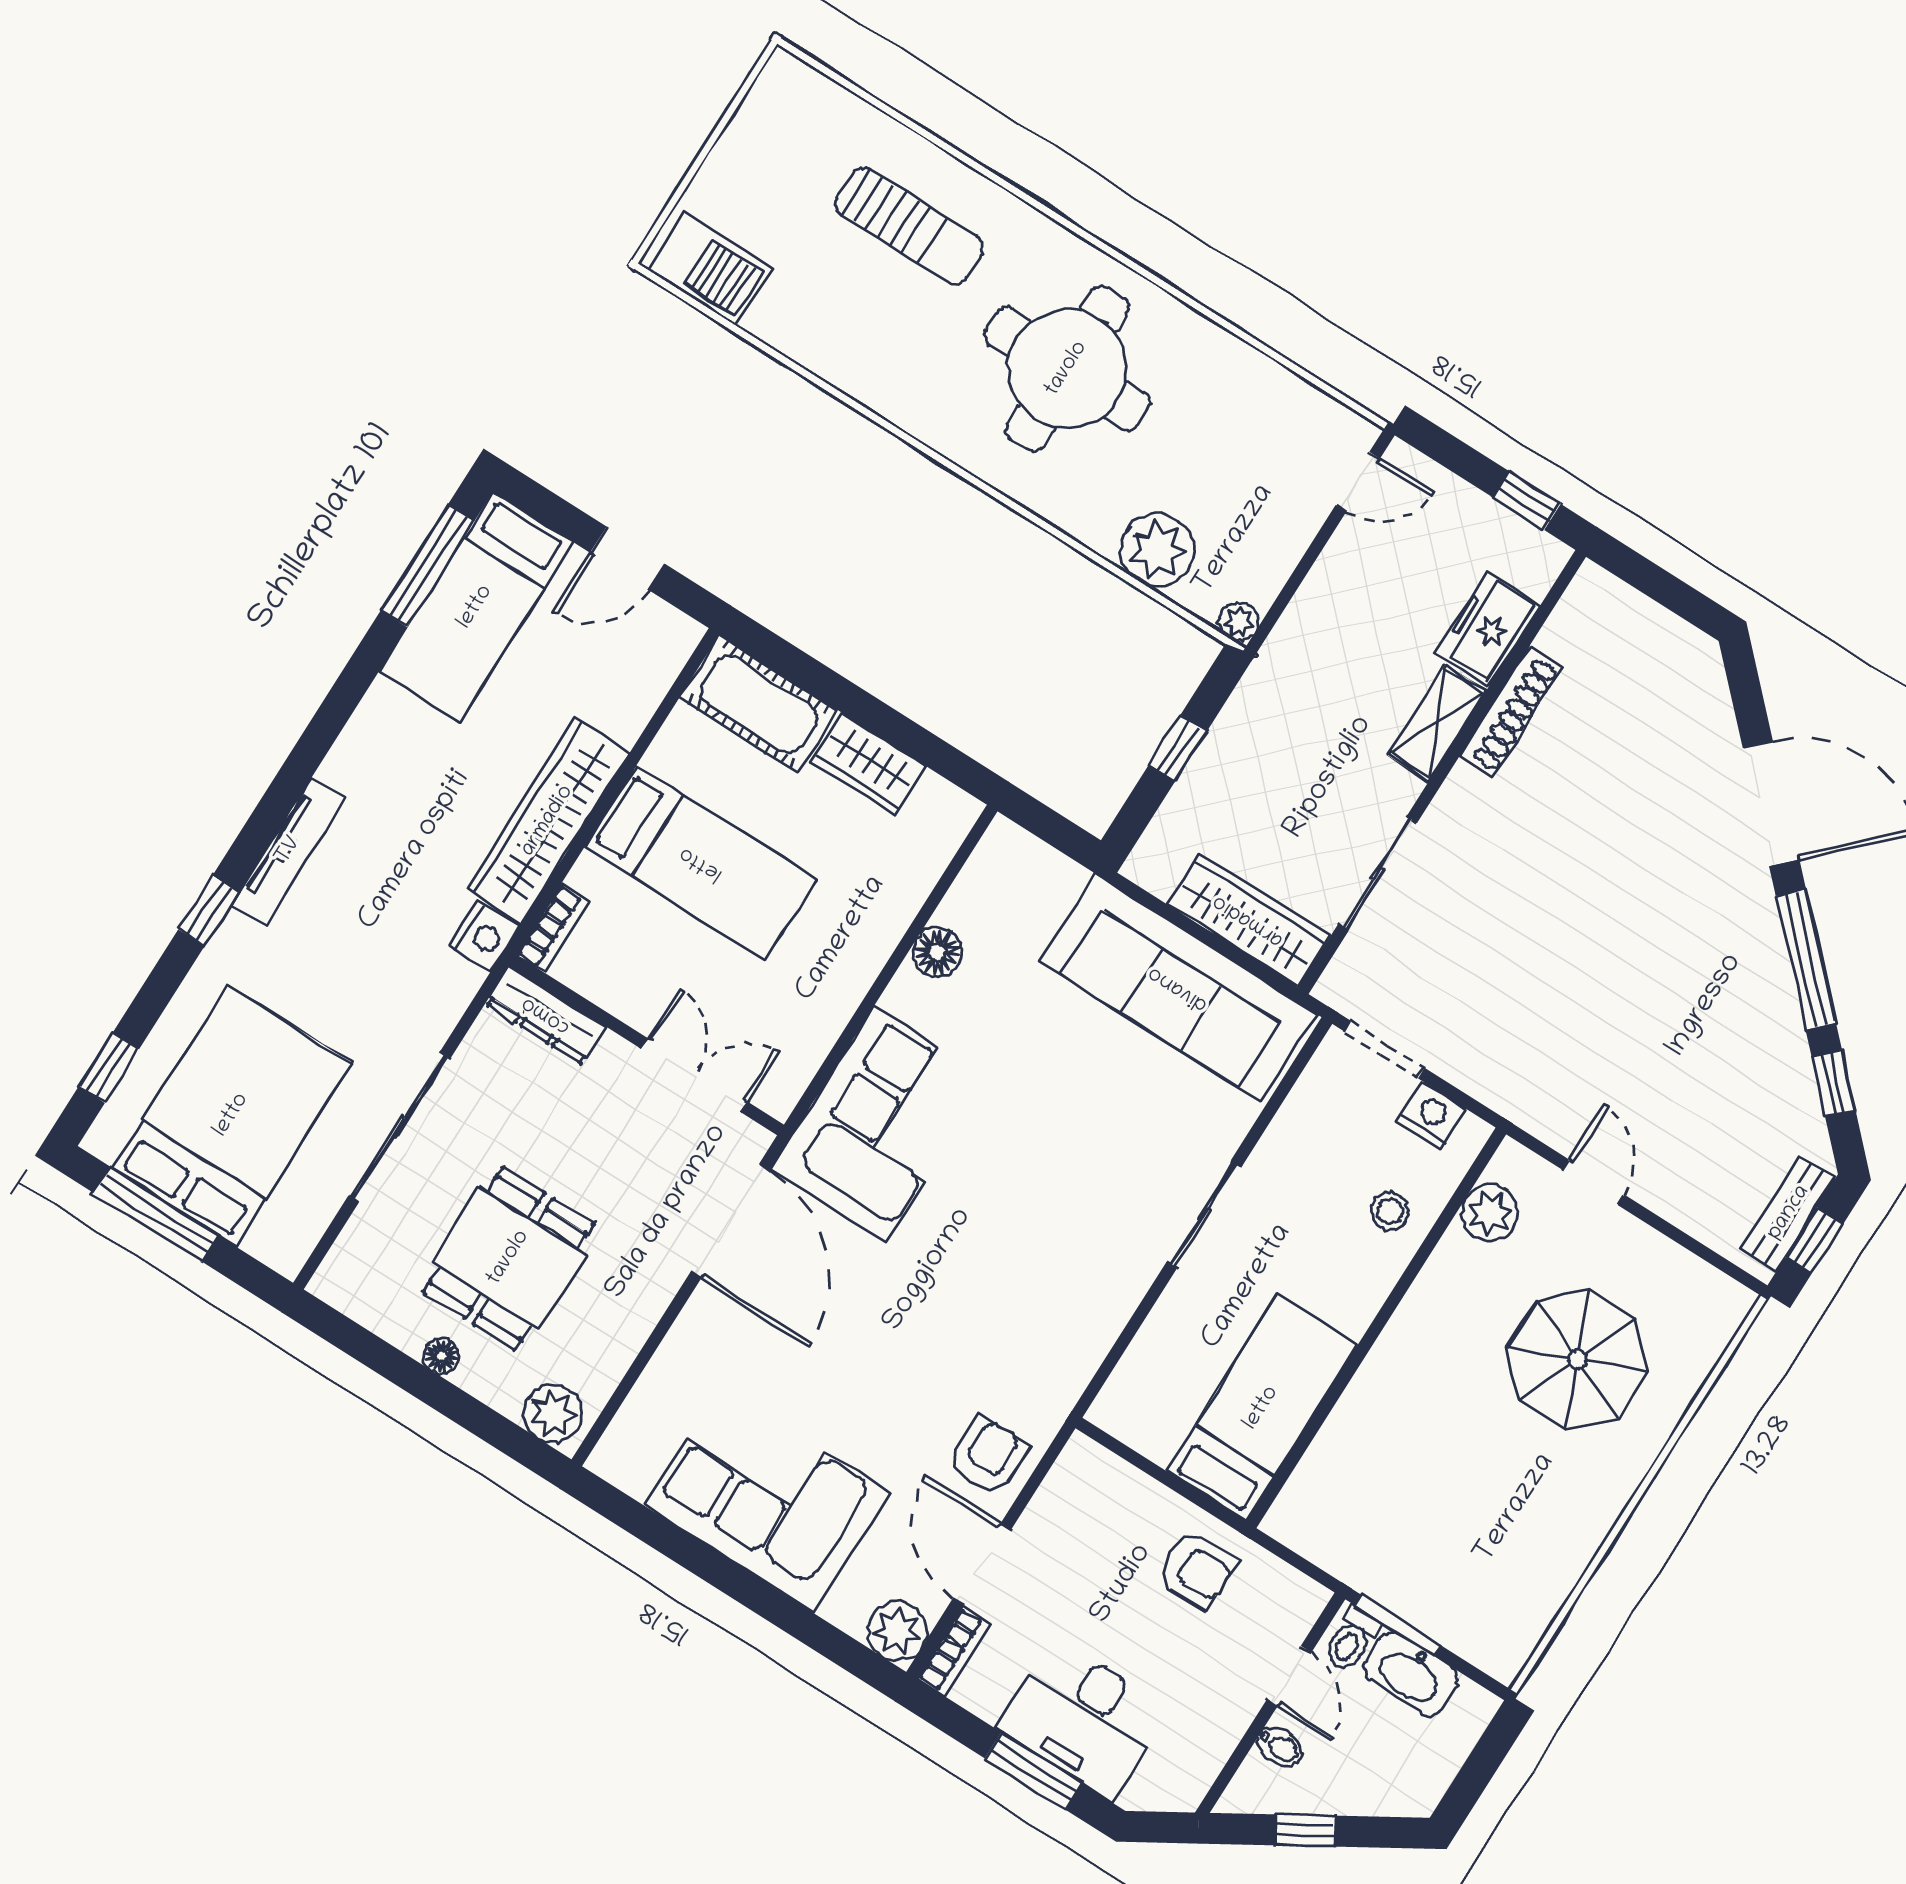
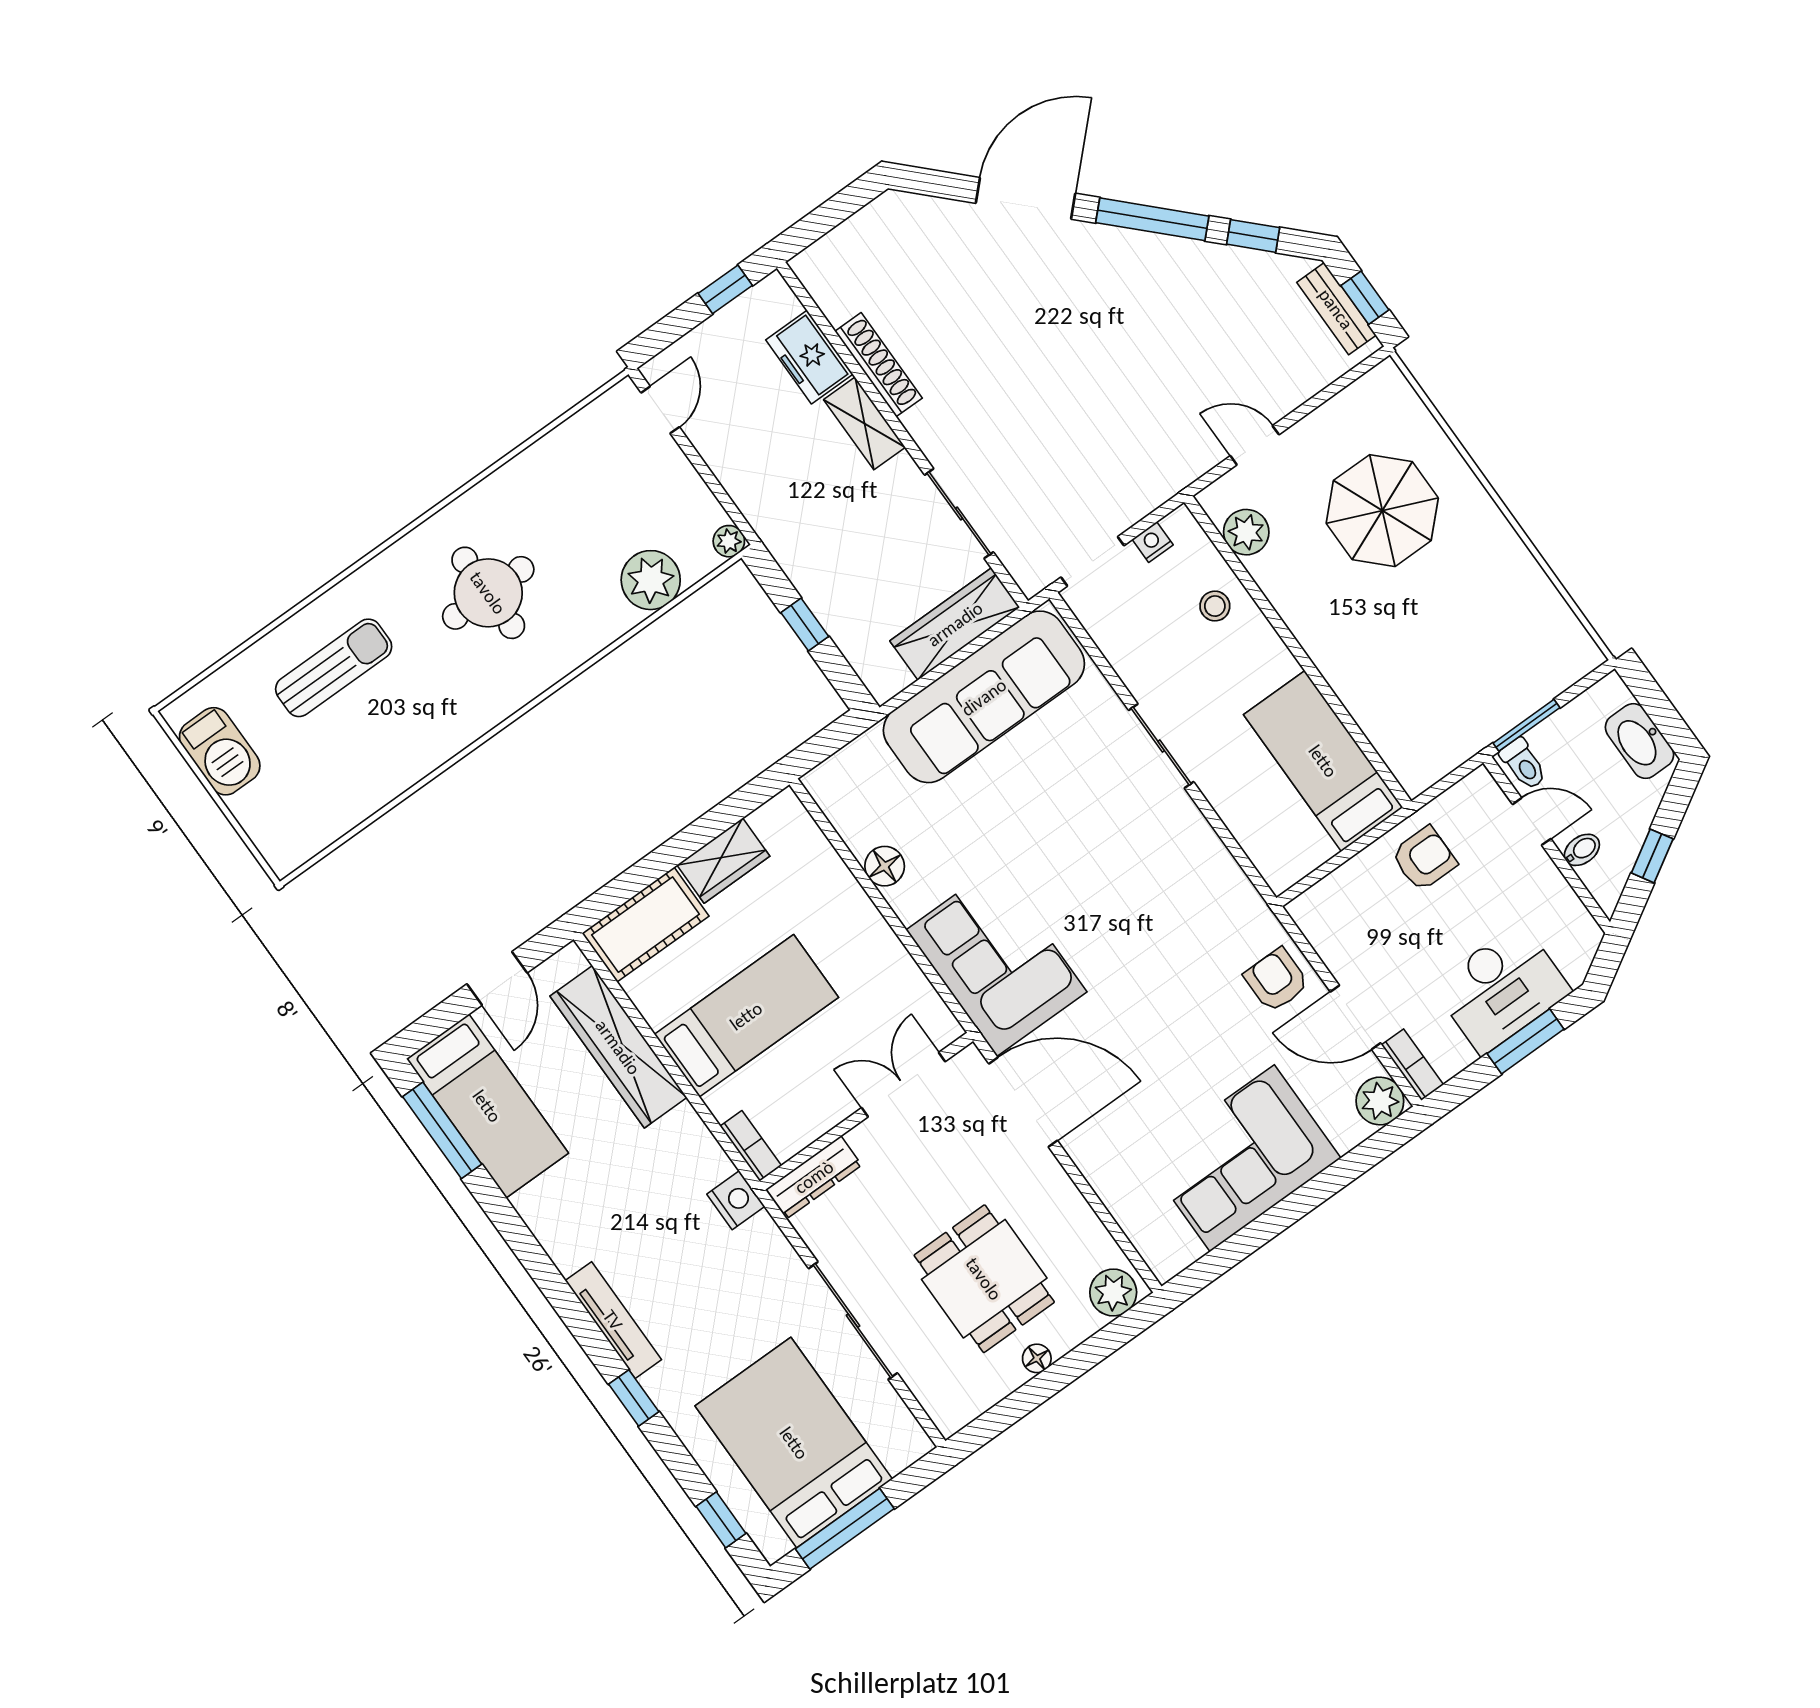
barbecue: (710, 269) -> (220, 751), moved, turned 90
round table: (1067, 369) -> (488, 593), width x0.73, depth x0.73
wardrobe: (548, 821) -> (618, 1047), moved
nightstand: (1431, 1115) -> (1153, 542), width x0.72, depth x0.74
washbasin: (1411, 1674) -> (1639, 741), moved, turned 90

